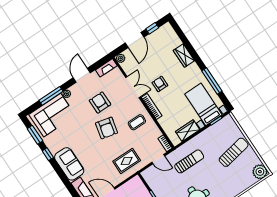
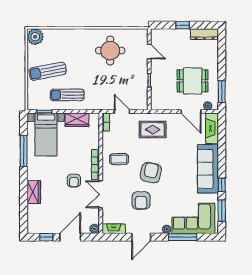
sun lounger: (189, 161) -> (67, 95), moved
sofa: (69, 164) -> (208, 169), width x1.36

